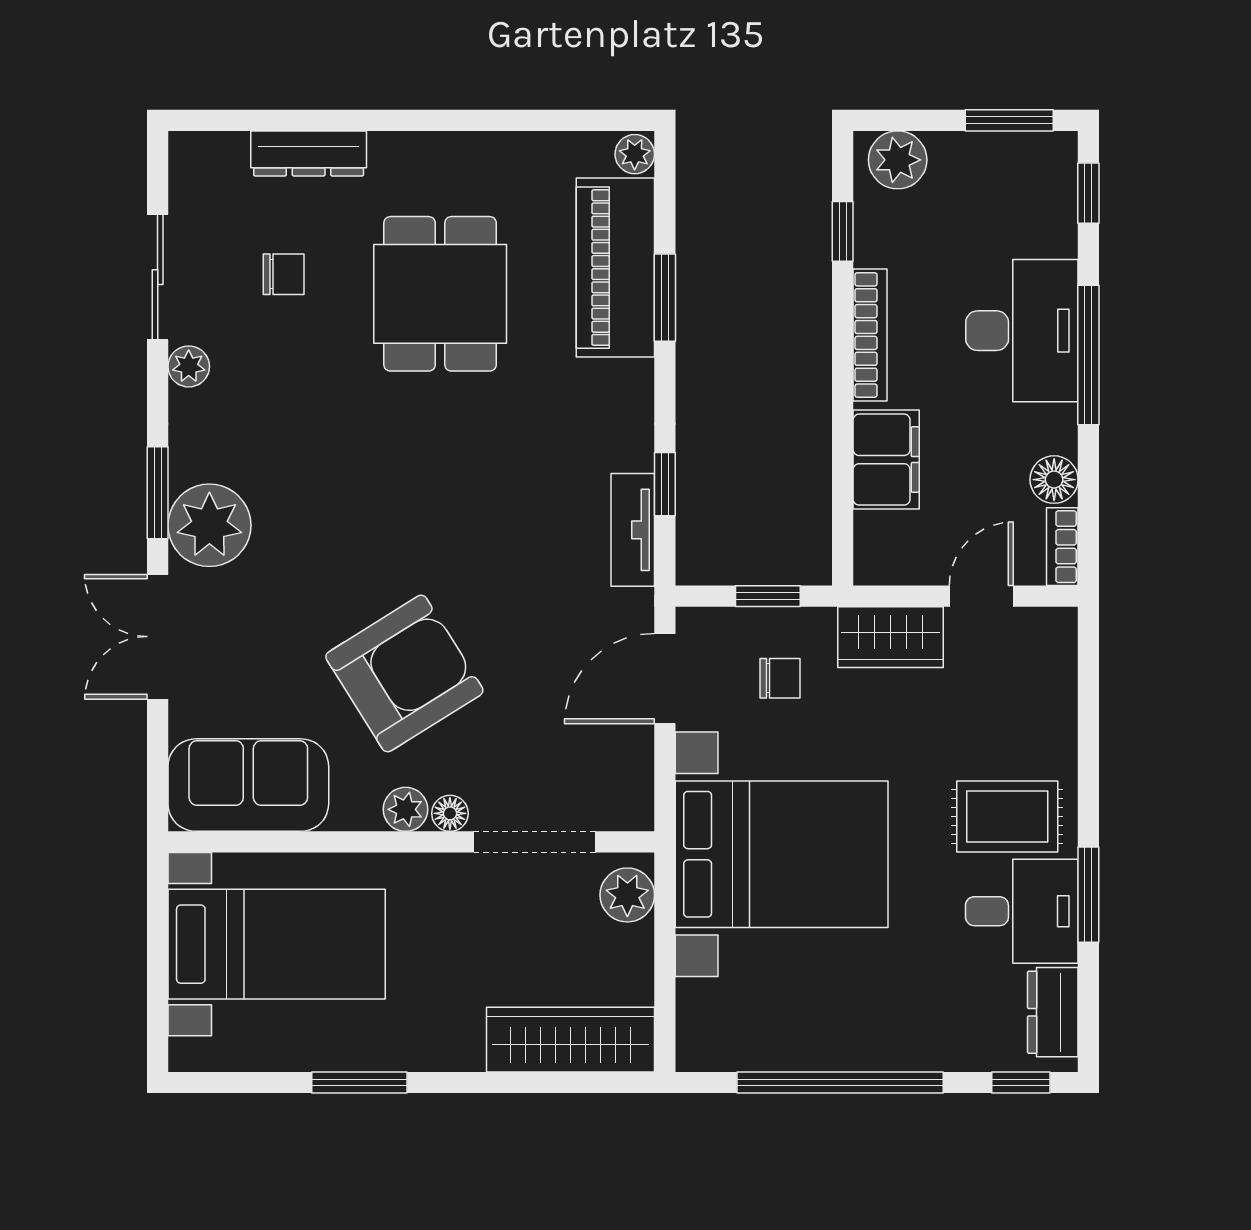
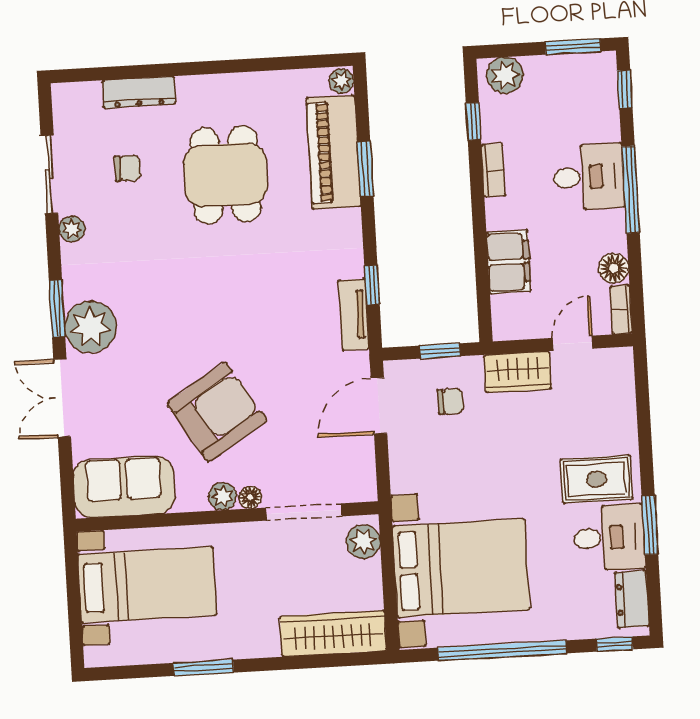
desk: (1022, 331) -> (588, 177), width x0.73
bookcase: (870, 335) -> (493, 170), width x0.64
bed with nightstands: (782, 854) -> (461, 568), moved

